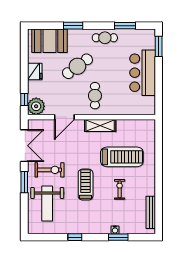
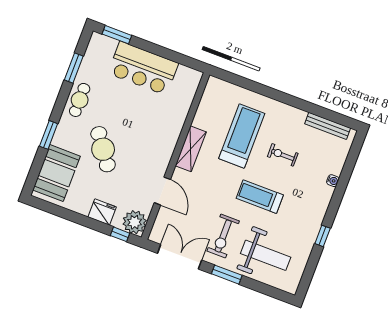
fridge: (35, 72) -> (102, 212), moved
cafe table: (95, 96) -> (150, 141), removed
exercise bike: (49, 170) -> (223, 236), turned 180
window: (118, 237) -> (344, 180), removed

